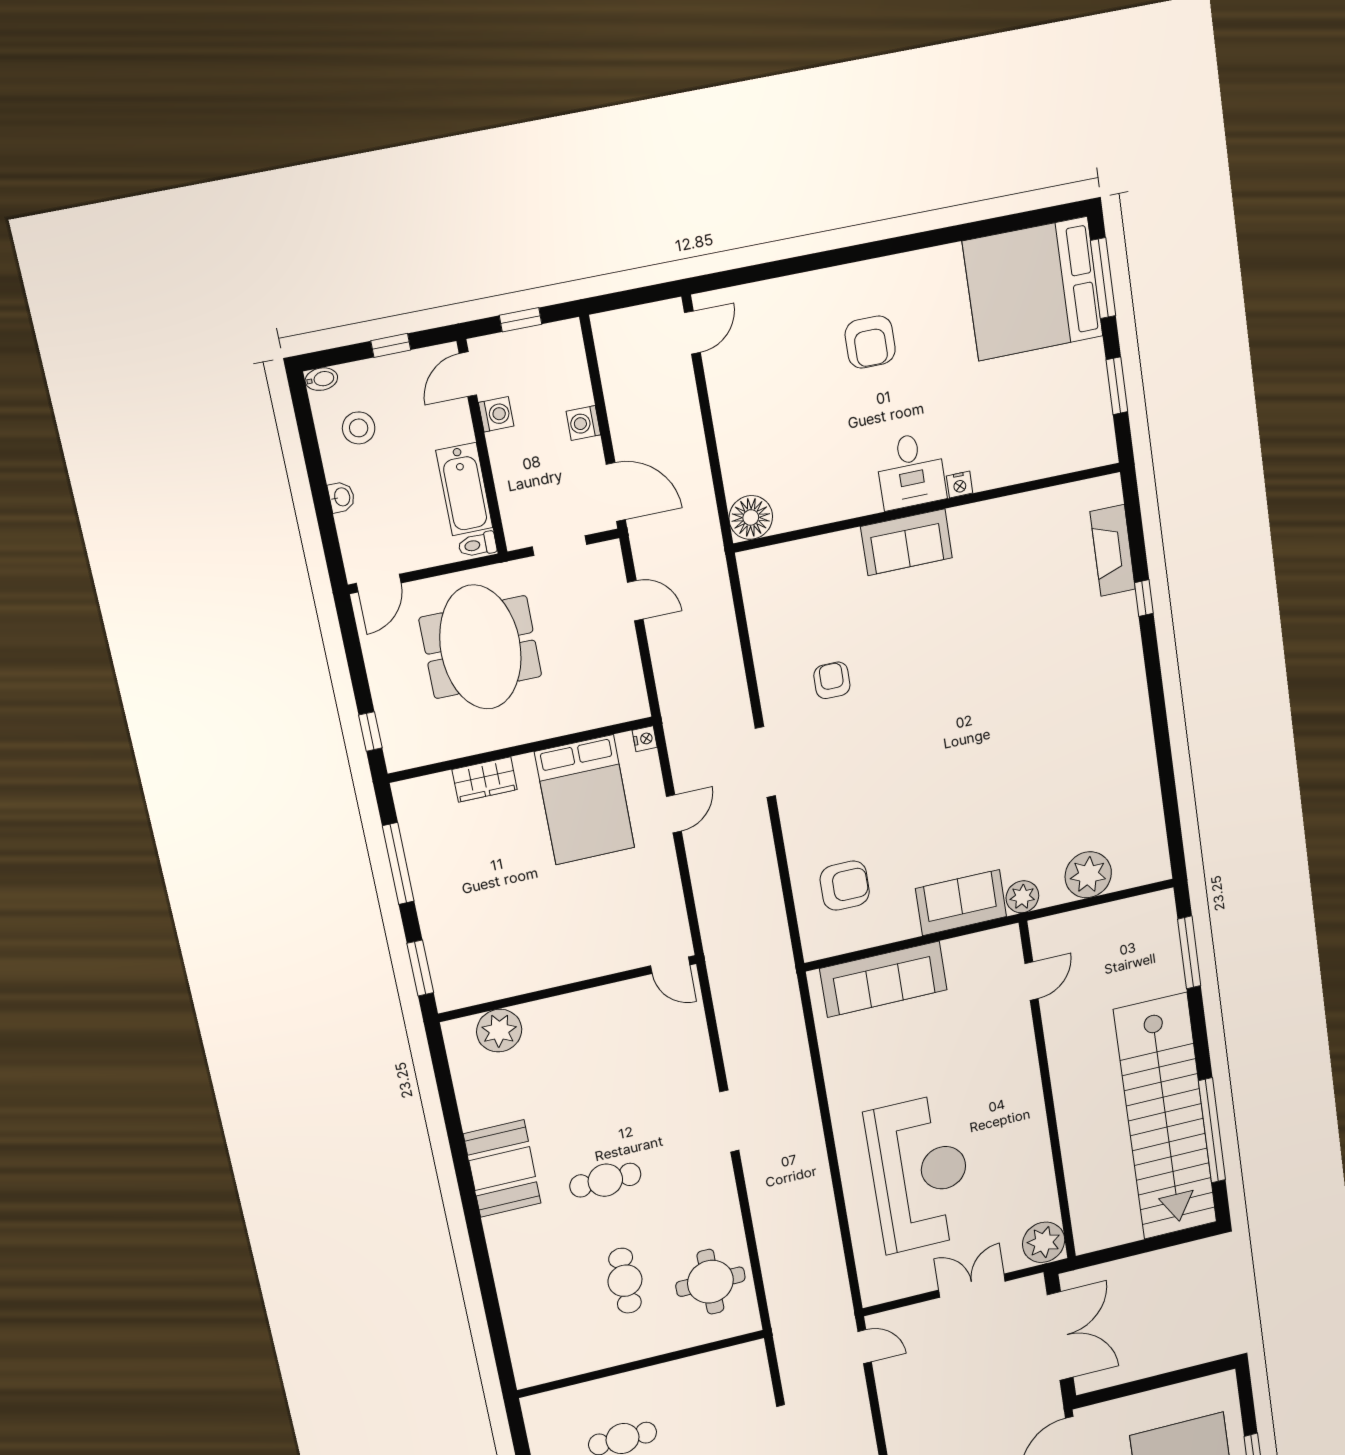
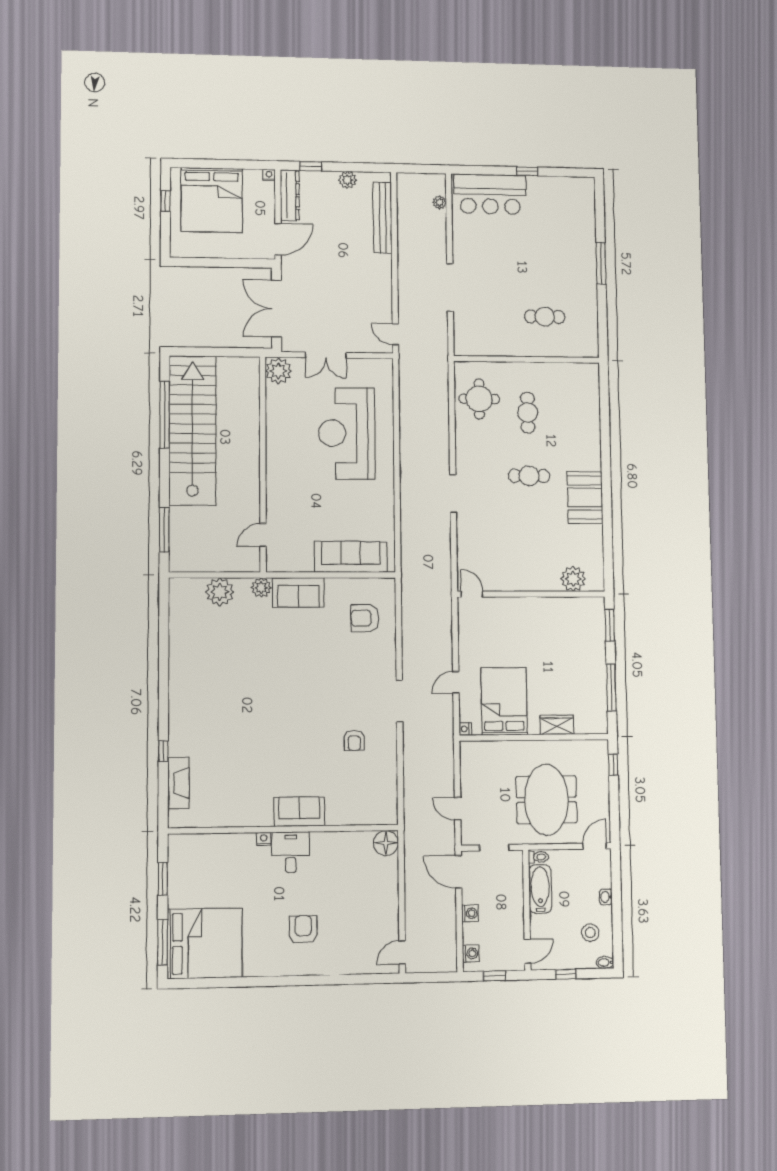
washing machine: (496, 414) -> (471, 953), moved, turned 180

